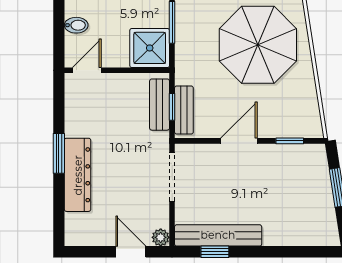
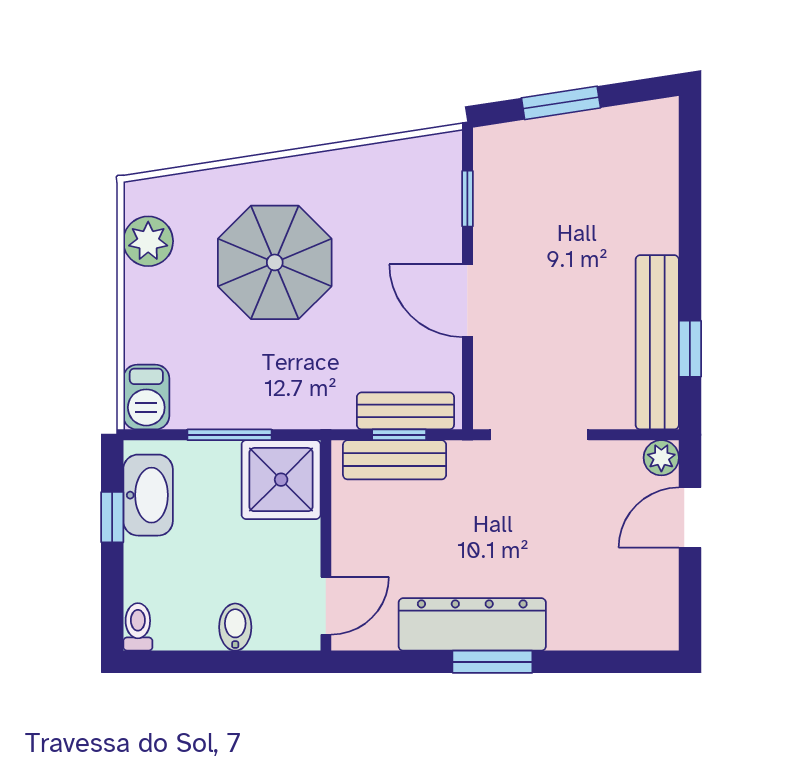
parasol: (258, 45) -> (275, 262), width x0.73, depth x0.73
door: (87, 70) -> (326, 606), swing flipped
dresser: (78, 175) -> (472, 624), moved

